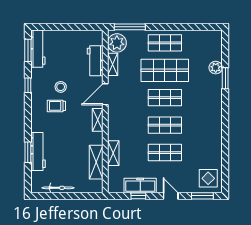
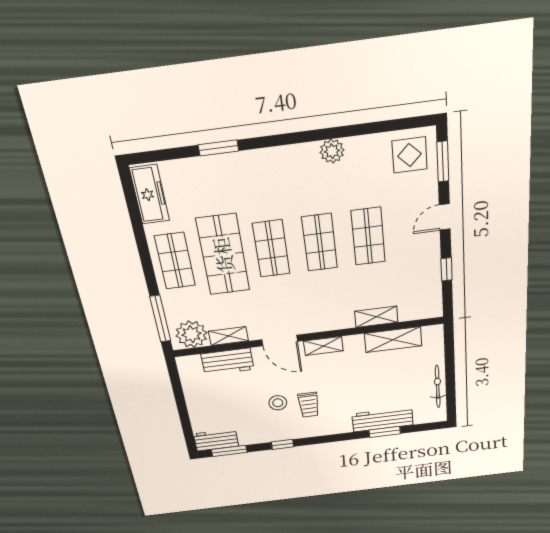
workbench: (38, 49) -> (216, 440), width x0.73
plant: (216, 68) -> (332, 151), moved
freezer: (140, 186) -> (150, 194), moved, turned 180

